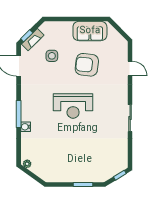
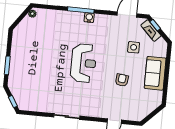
sofa: (90, 31) -> (155, 73), moved
armchair: (87, 65) -> (122, 80), width x0.53, depth x0.53
reception desk: (73, 106) -> (84, 63), turned 180
water cooler: (26, 127) -> (89, 18), moved

